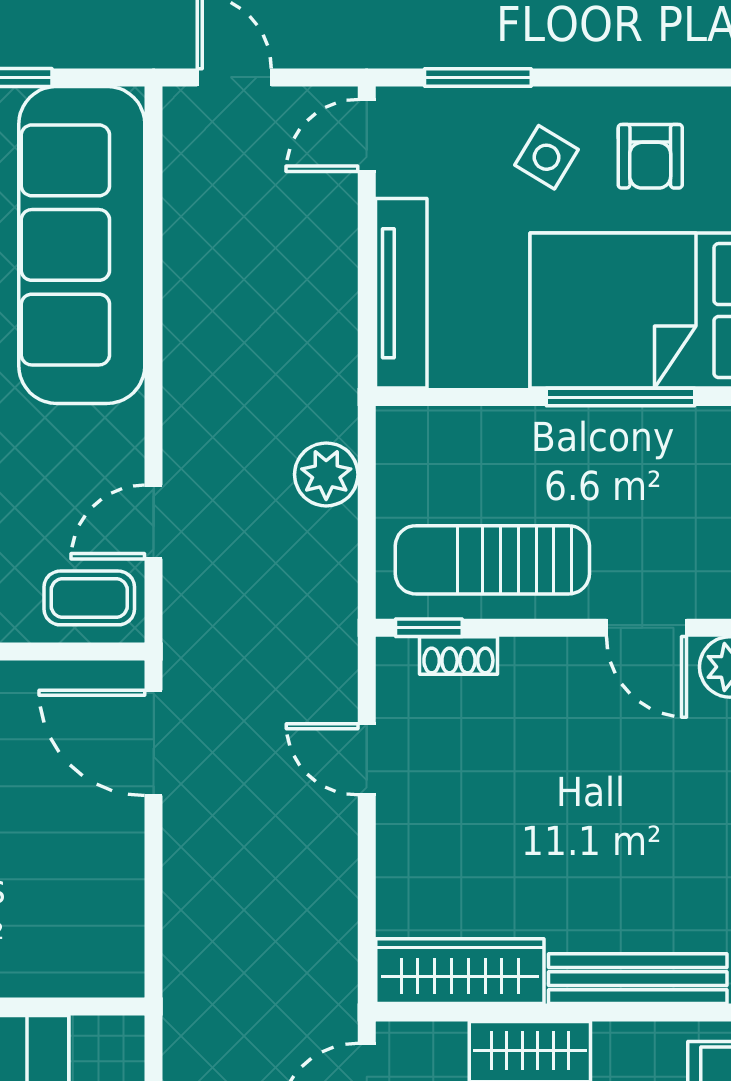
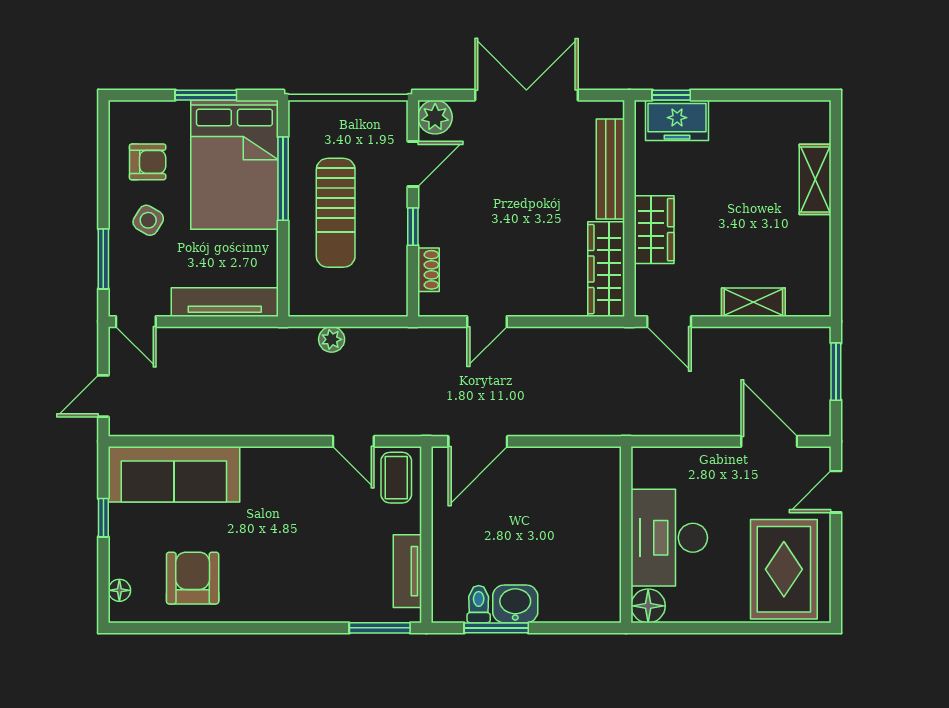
sofa: (82, 245) -> (174, 474), width x0.74, depth x0.79
plant: (326, 474) -> (332, 339), width x0.73, depth x0.73
sun lounger: (492, 560) -> (336, 213), moved
window: (429, 628) -> (413, 227), moved

